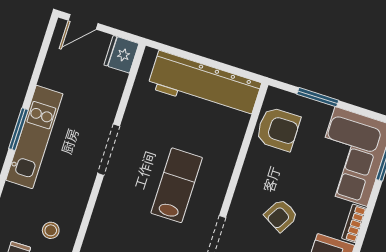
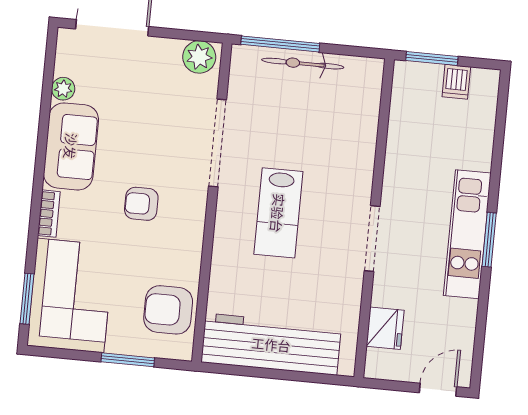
fridge: (121, 54) -> (385, 328), moved
armchair: (281, 215) -> (141, 204), turned -120
stool: (51, 230) -> (422, 123), removed

